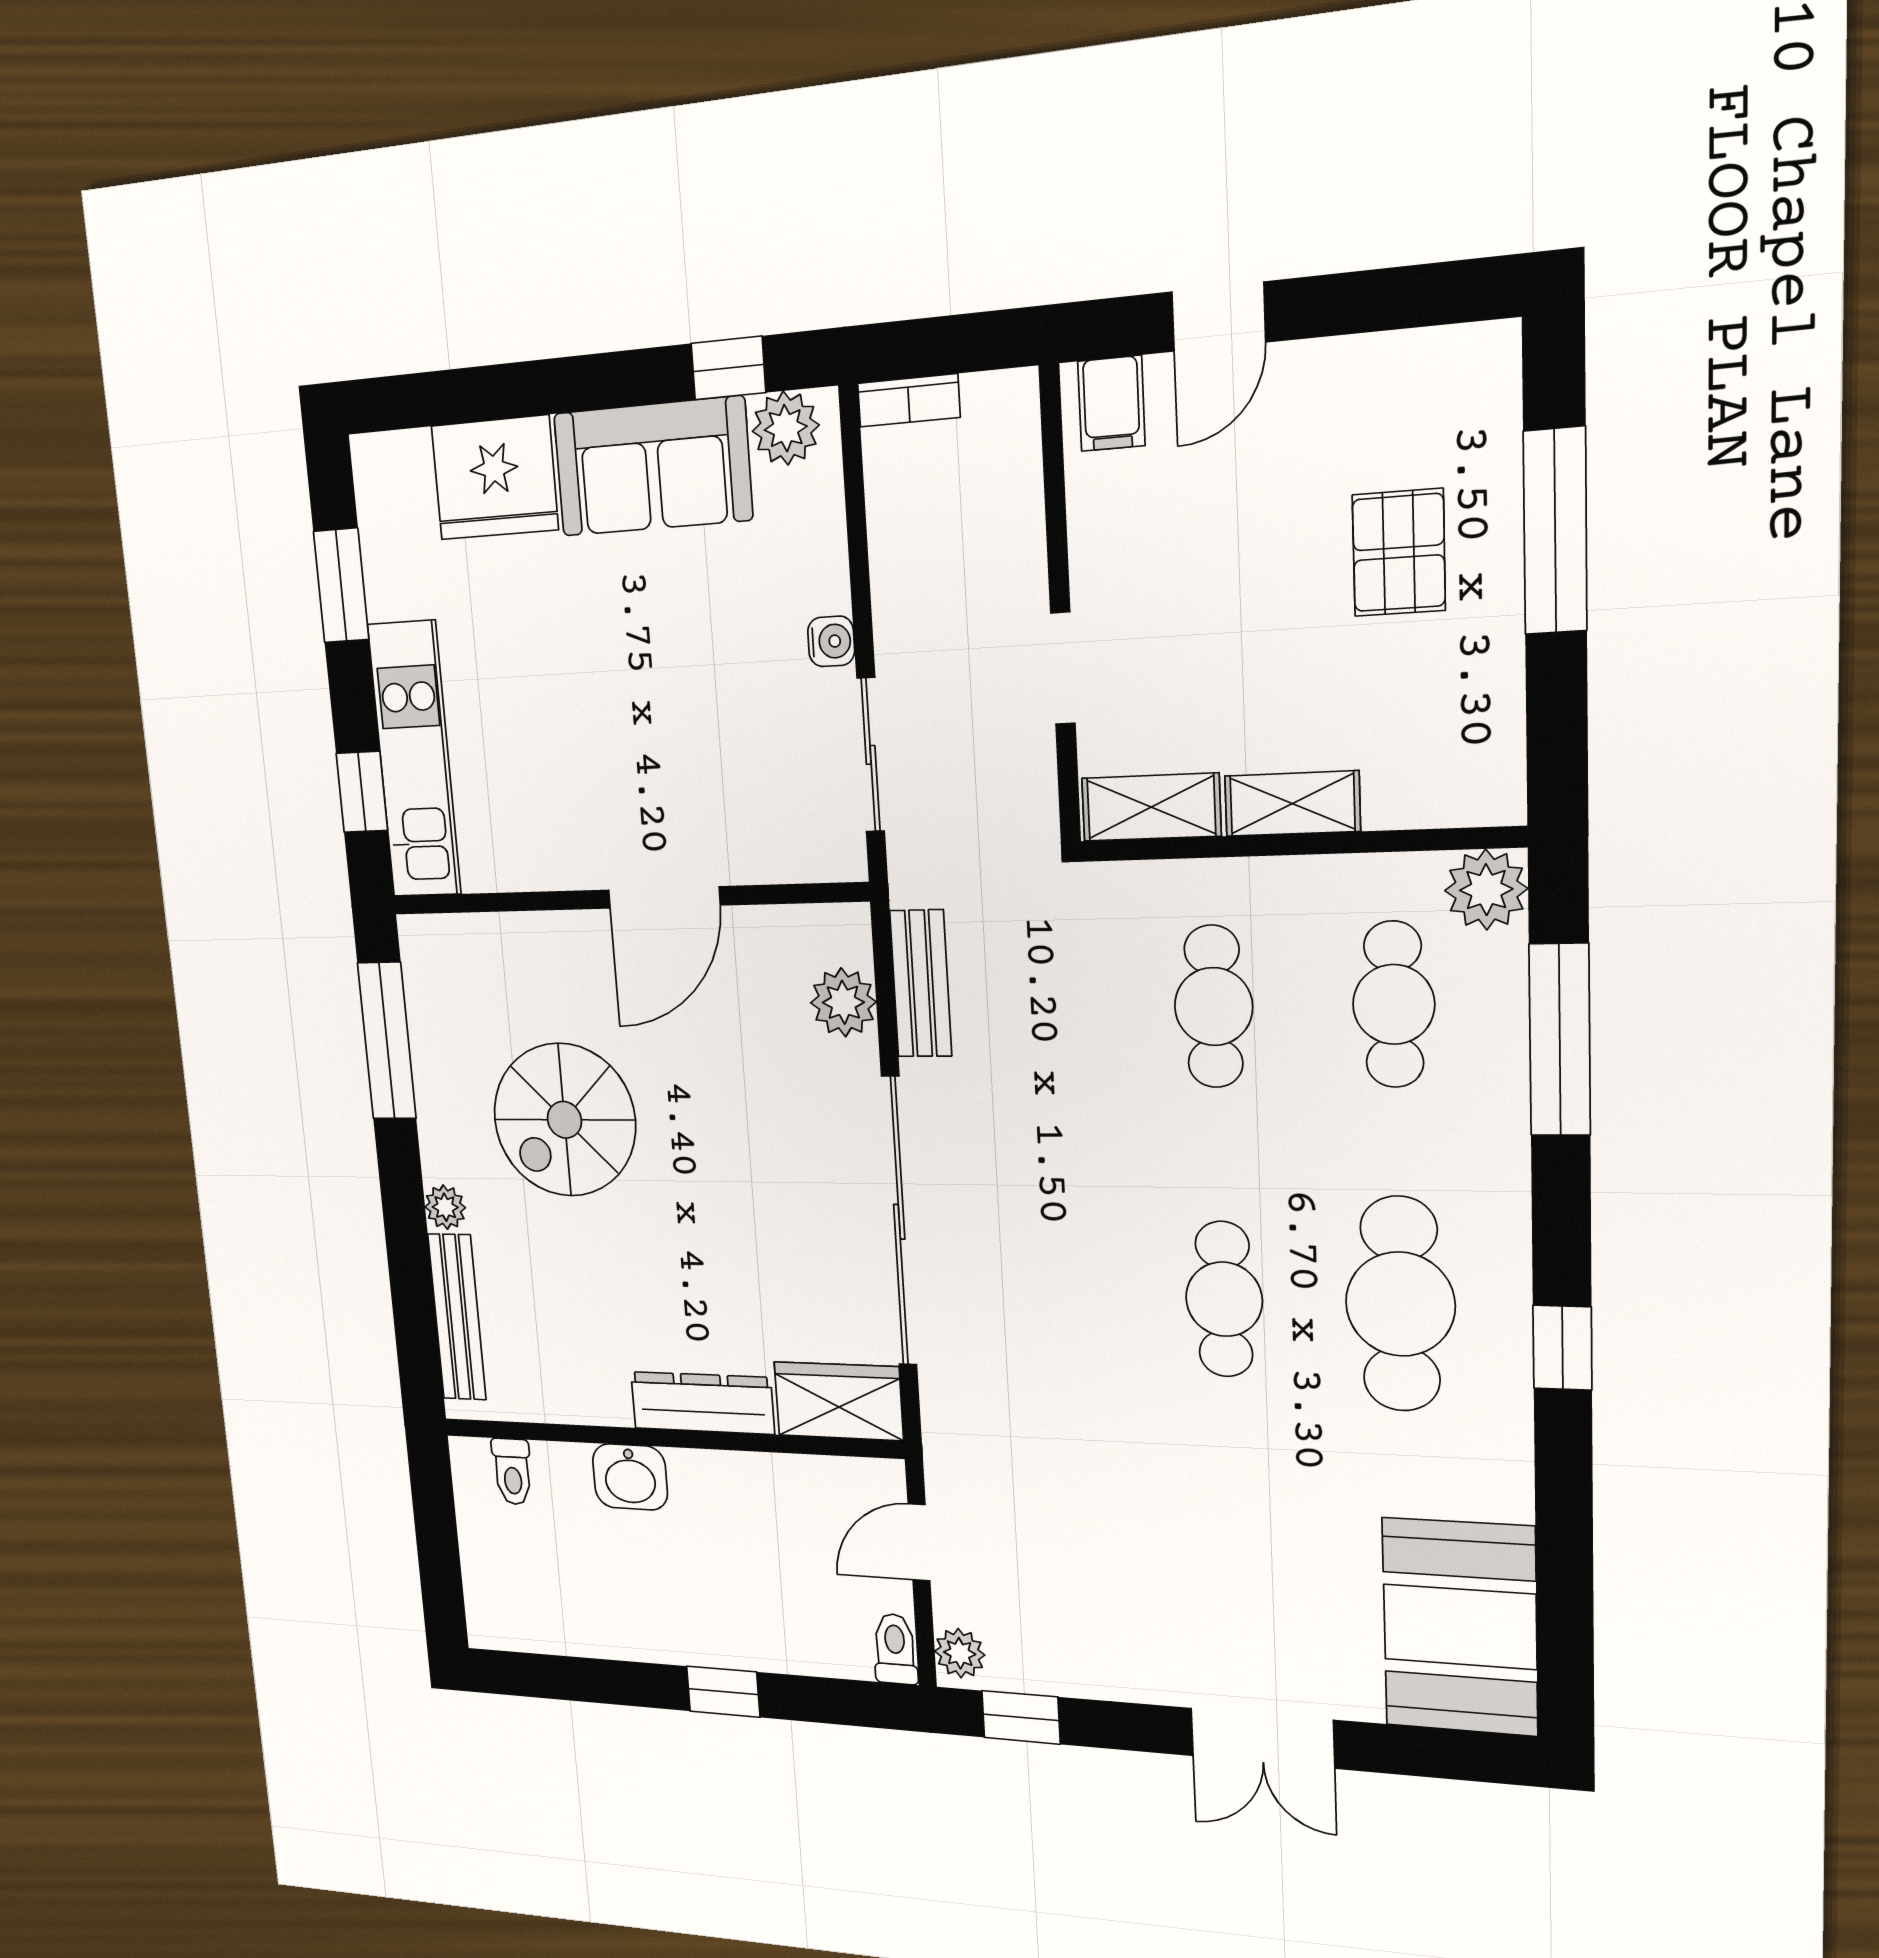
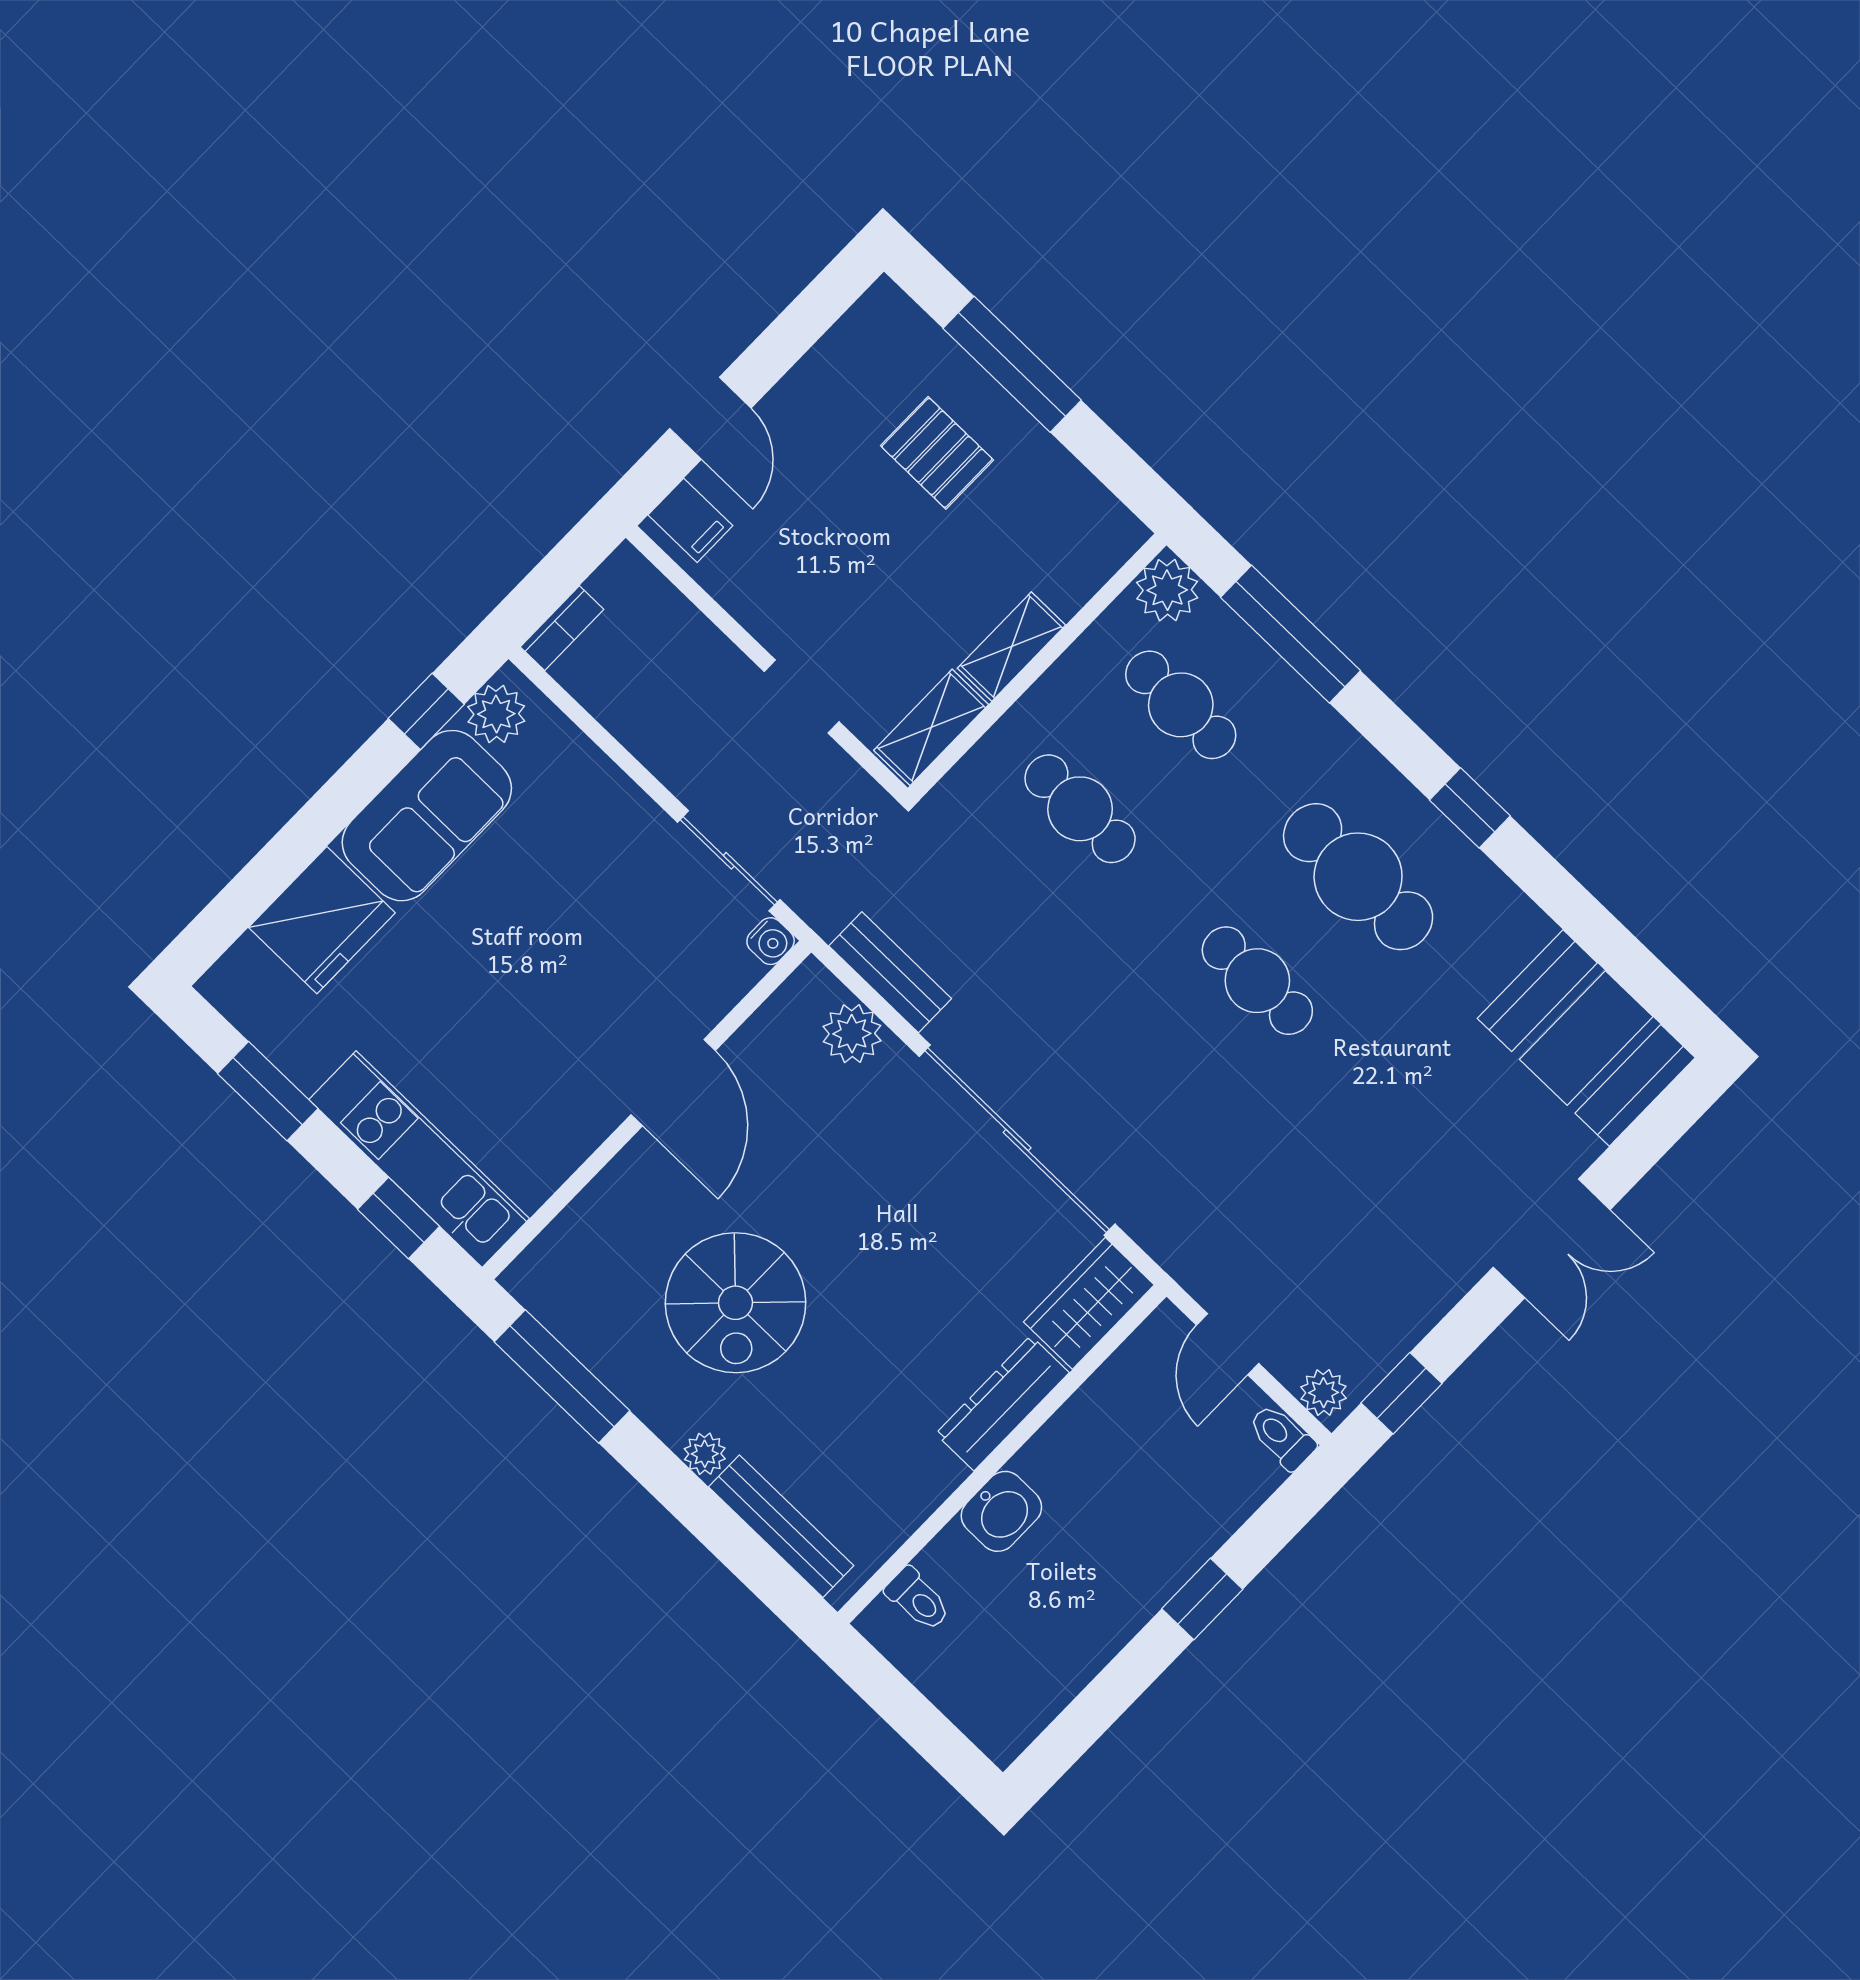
water cooler: (831, 641) -> (771, 941), moved, turned 90

